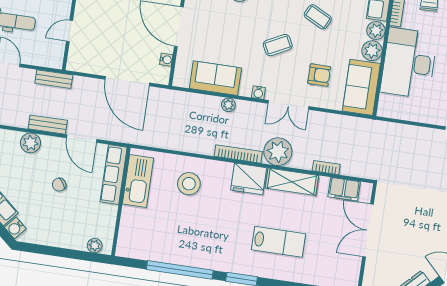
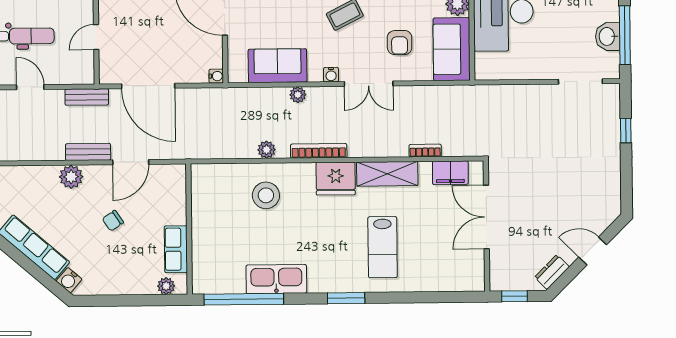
water cooler: (166, 60) -> (216, 76), moved
armchair: (319, 75) -> (400, 43), turned 90
door: (127, 81) -> (148, 86), moved
door: (82, 139) -> (131, 162), hinge flipped
plant: (278, 152) -> (266, 150), moved, width x0.53, depth x0.53
row of seats: (114, 174) -> (176, 249), moved, width x0.68
kitchen sink: (138, 181) -> (276, 279), moved, turned -90
lab bench: (278, 242) -> (383, 247), turned 90
window: (180, 270) -> (244, 299), moved

